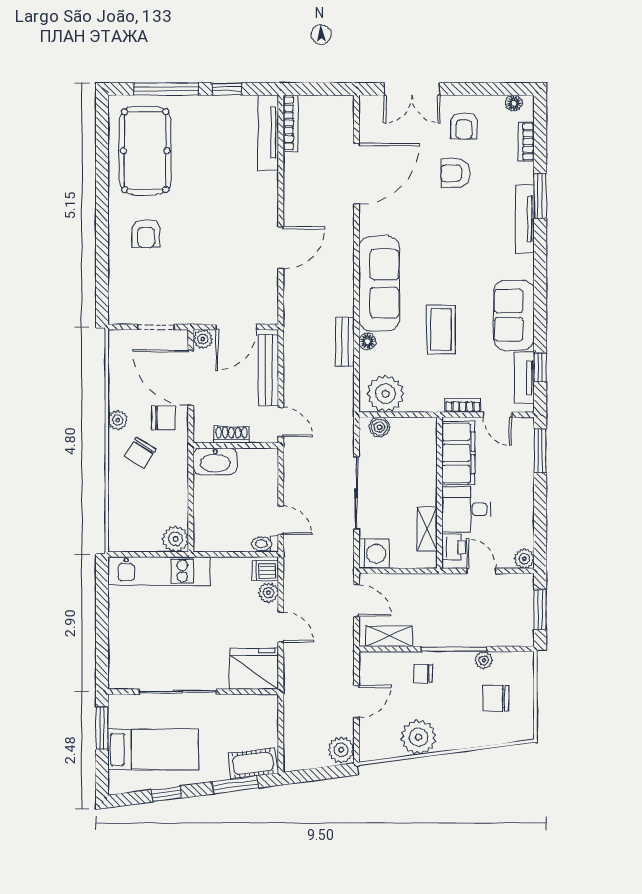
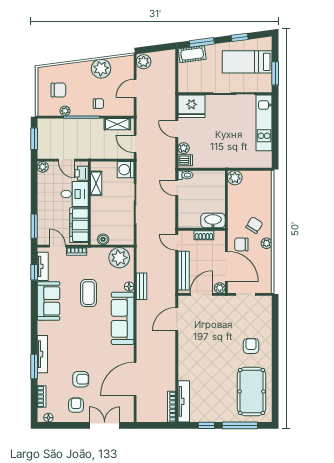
door: (281, 248) -> (177, 319), moved
boiler: (379, 427) -> (103, 239), moved
kitchen unit: (159, 571) -> (264, 123), moved, turned -90

